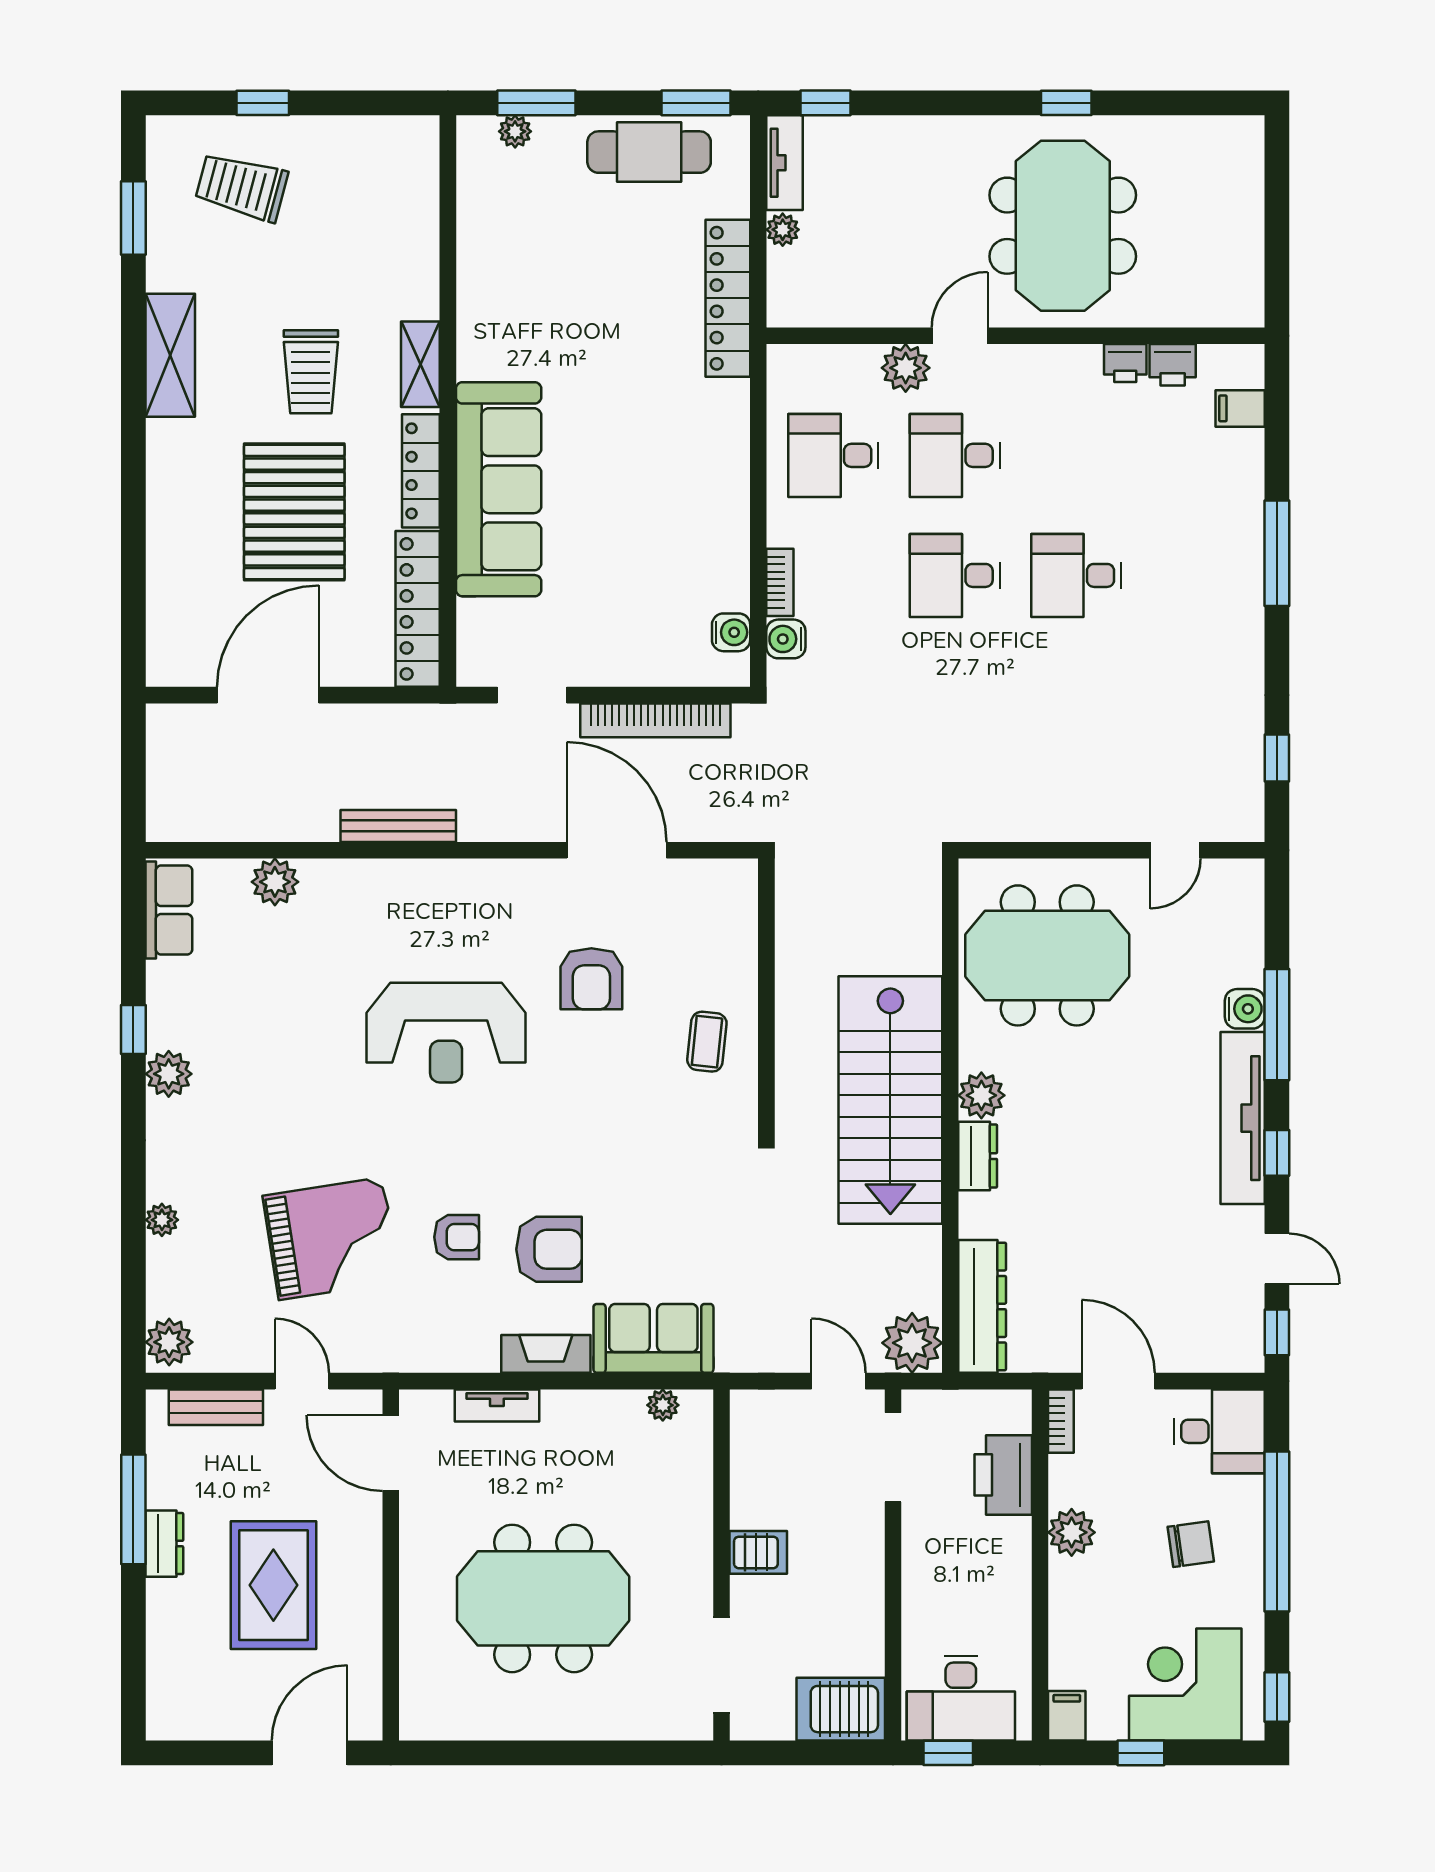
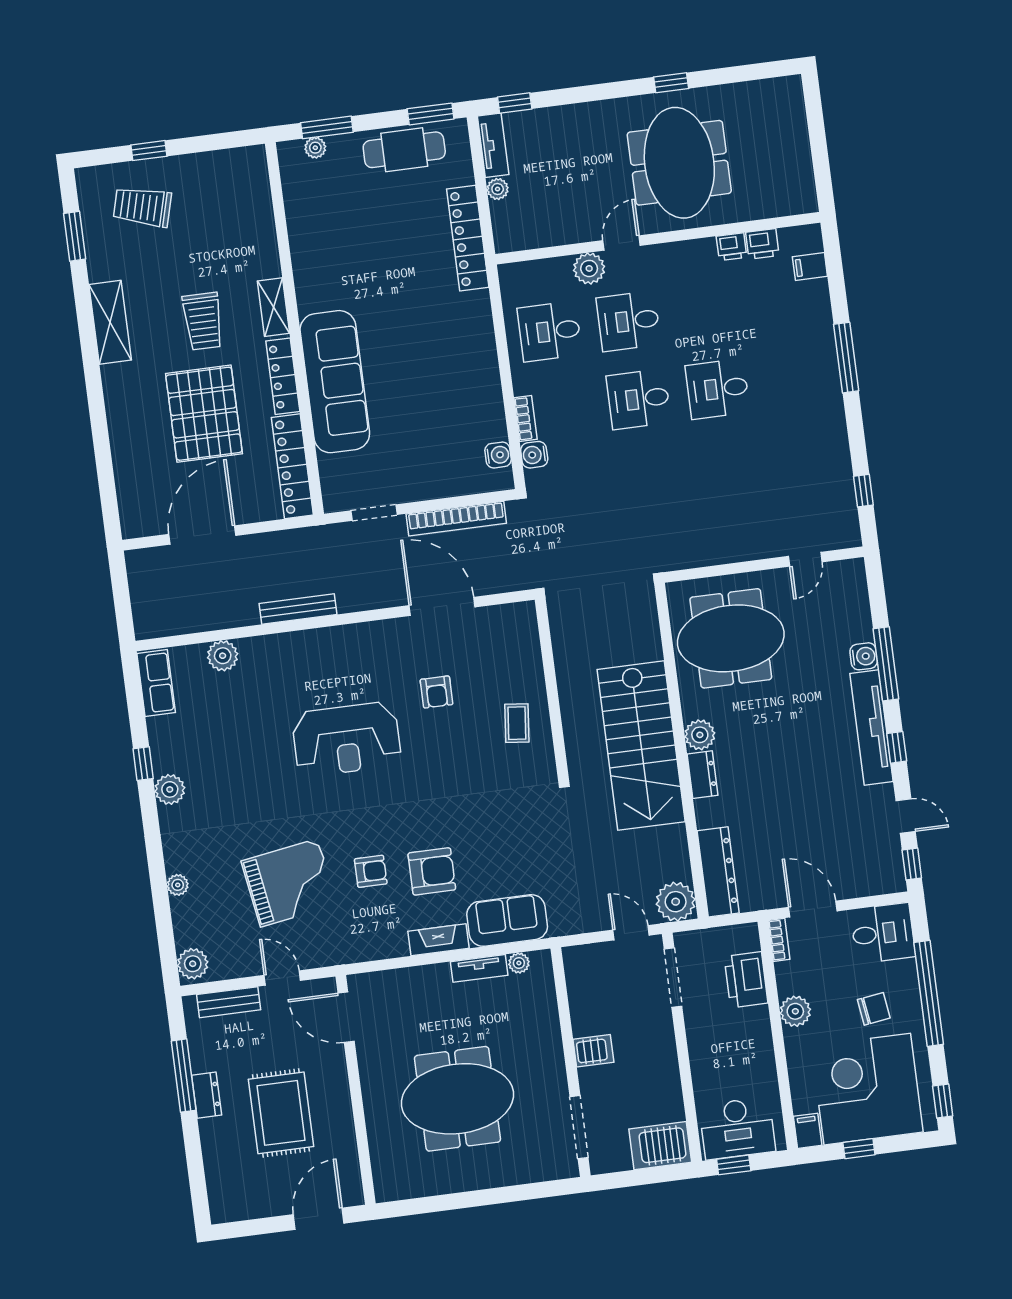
armchair: (591, 979) -> (436, 692), width x0.72, depth x0.72
tv unit: (497, 1405) -> (479, 968), moved
corner desk: (1185, 1684) -> (867, 1089), width x1.36, depth x1.36

